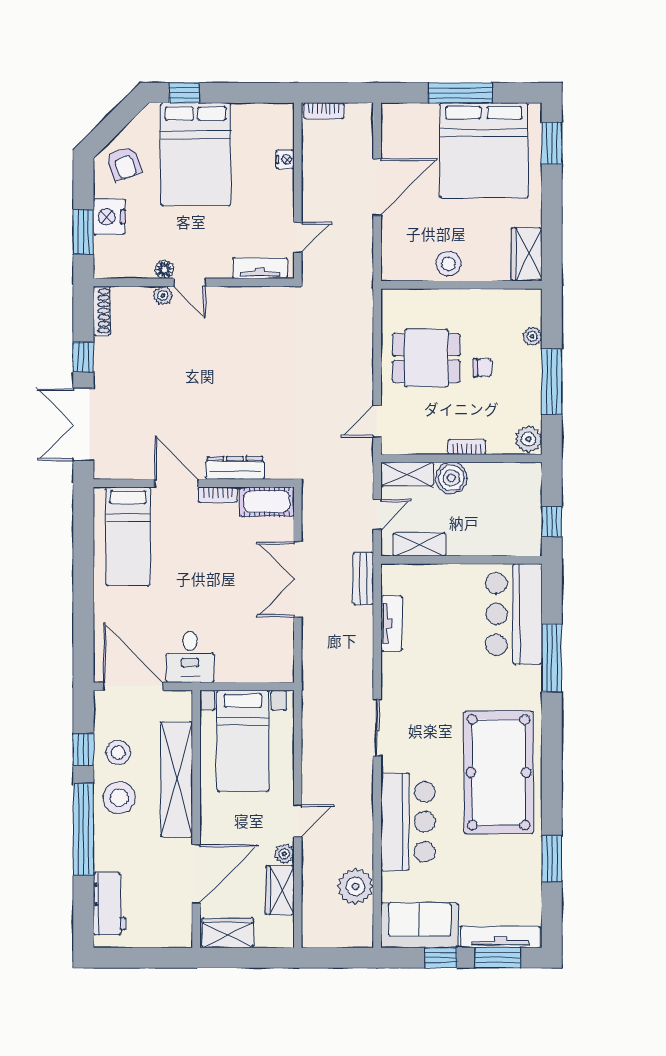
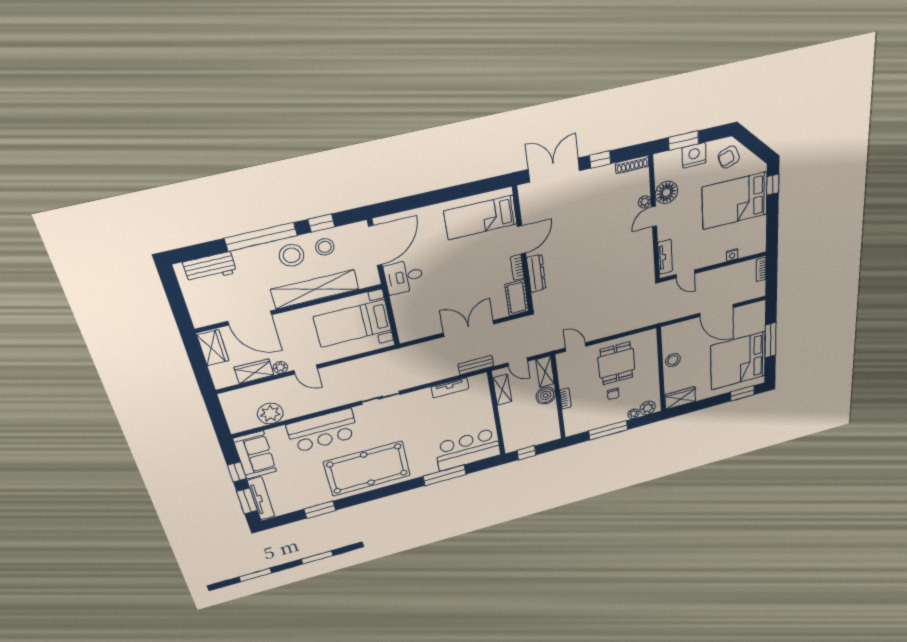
floor lamp: (164, 270) -> (666, 192), width x1.89, depth x1.89
plant: (529, 439) -> (648, 408), moved

